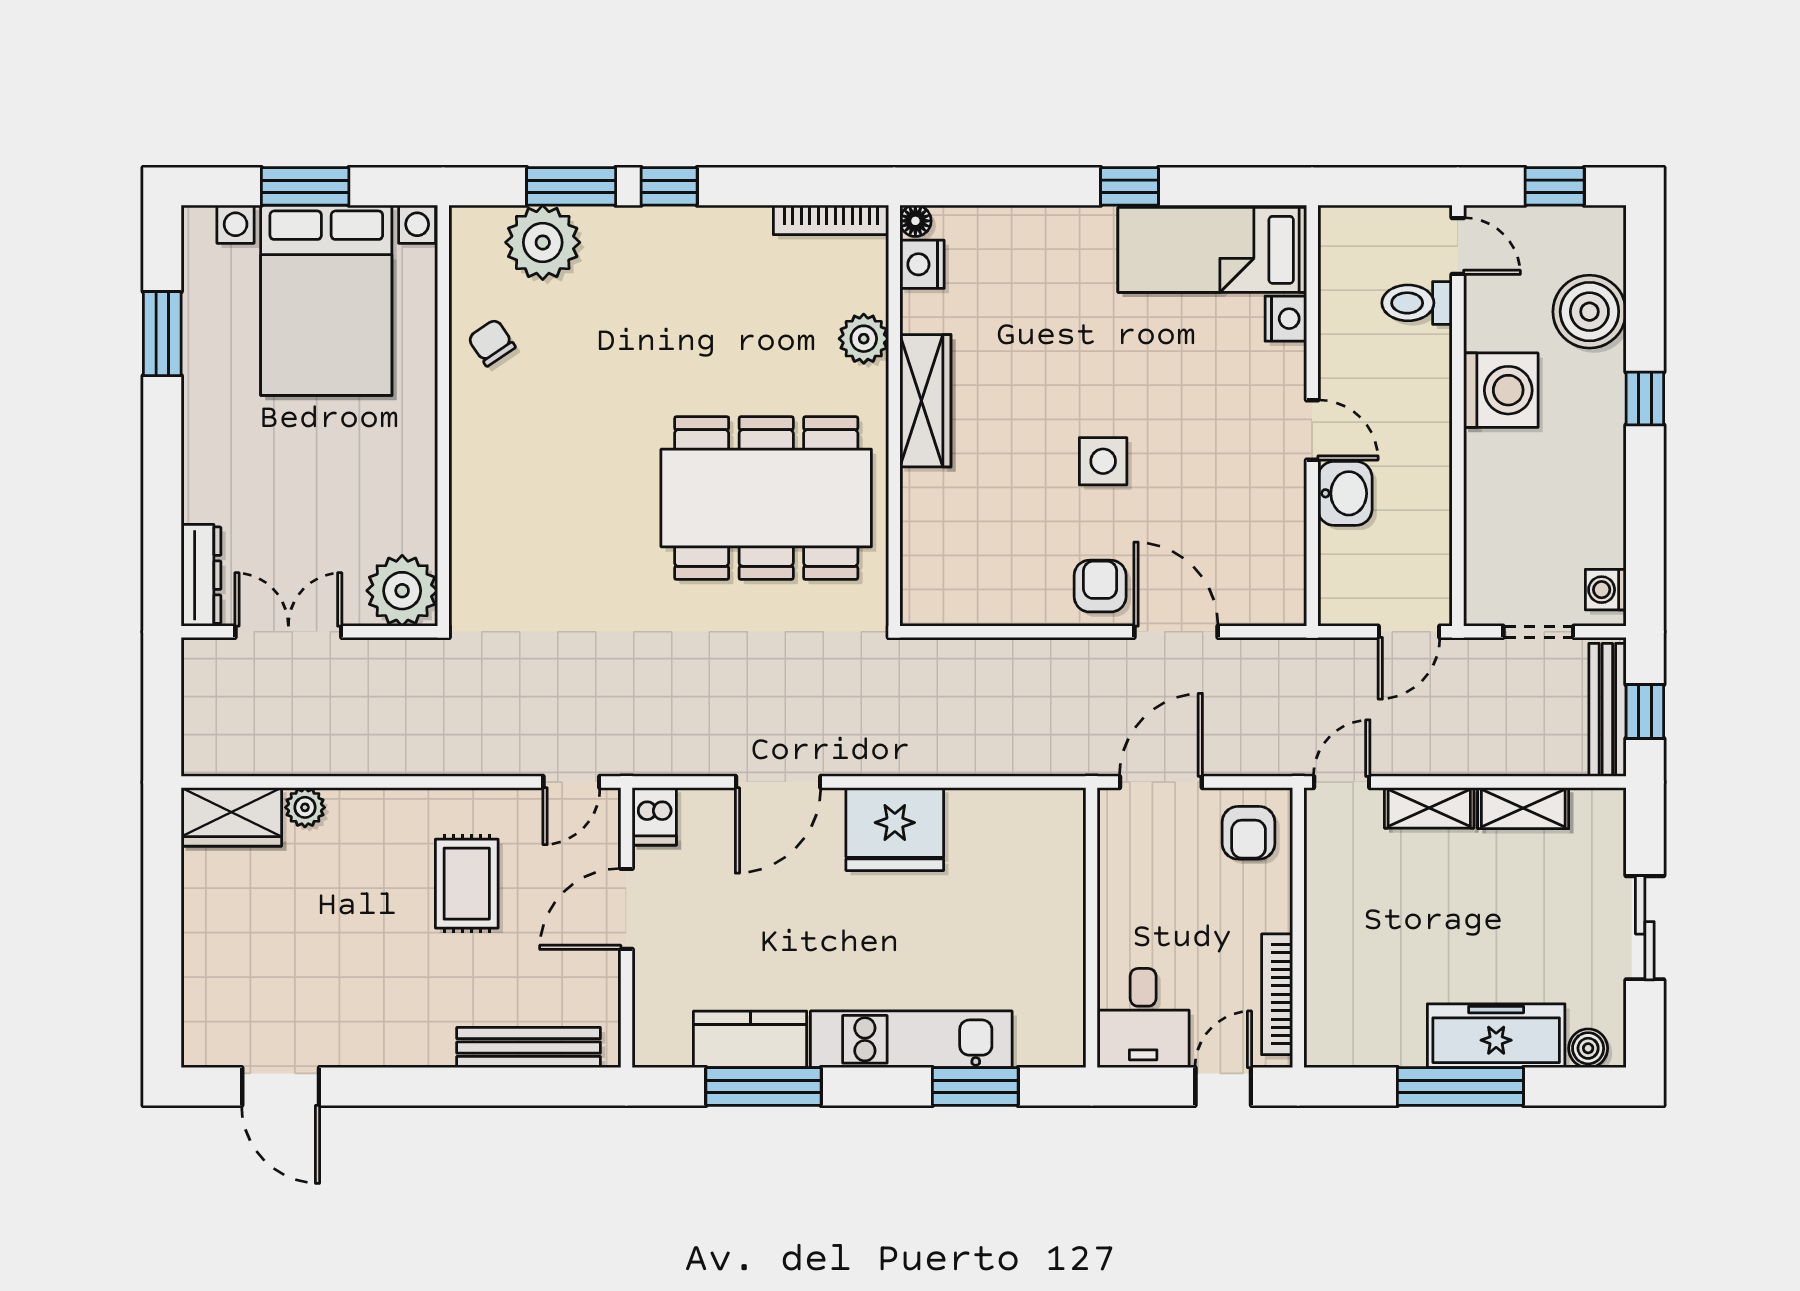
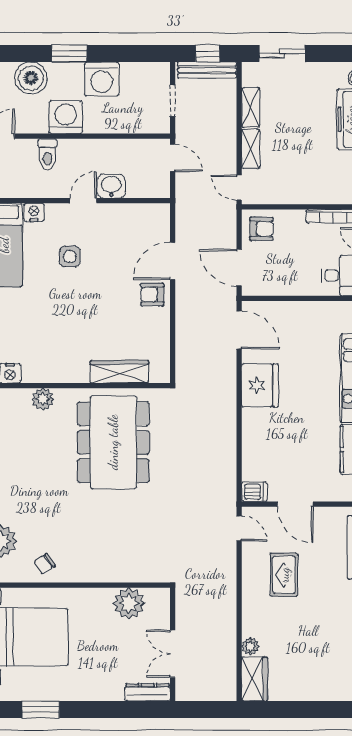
toilet: (1417, 303) -> (48, 154), moved
window: (1645, 399) -> (69, 53), width x1.50
wardrobe: (925, 401) -> (119, 372), moved
side table: (1103, 461) -> (70, 256), moved
washing machine: (1606, 590) -> (102, 79), moved, width x1.89, depth x1.89
plant: (402, 591) -> (129, 603), moved
door: (778, 782) -> (239, 330), moved
rug: (467, 884) -> (284, 575), turned 90
sliding door: (1645, 928) -> (282, 53), moved

